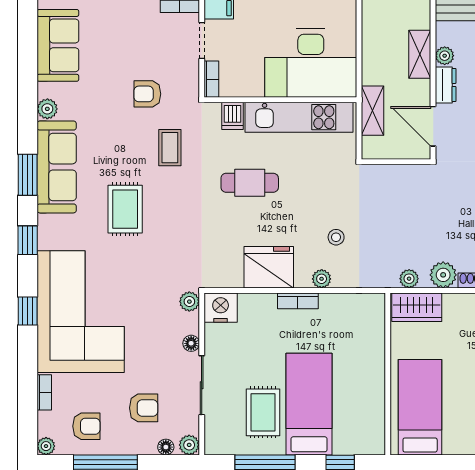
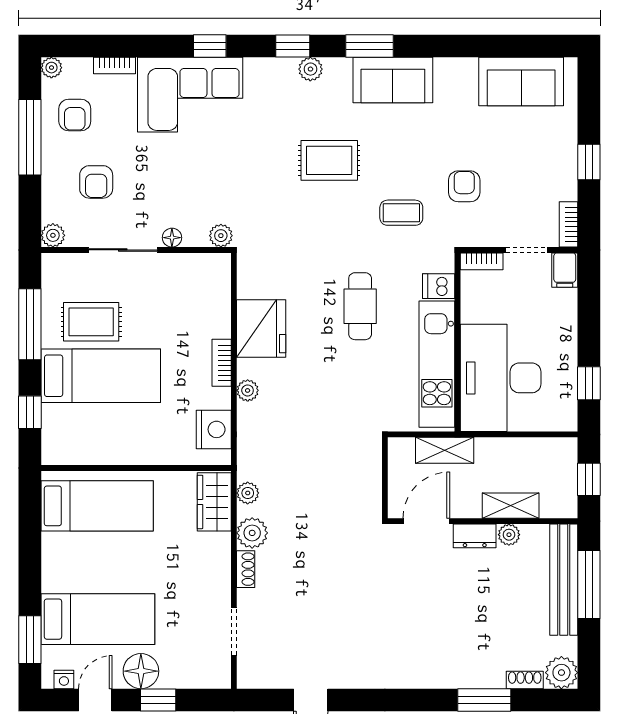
plant: (47, 109) -> (310, 69), moved
sofa: (57, 167) -> (393, 80), width x0.73
stool: (336, 237) -> (296, 407), removed
nightstand: (221, 308) -> (214, 429), moved
corner sofa: (81, 312) -> (190, 95), width x0.73, depth x0.74
floor lamp: (166, 447) -> (50, 208), removed

